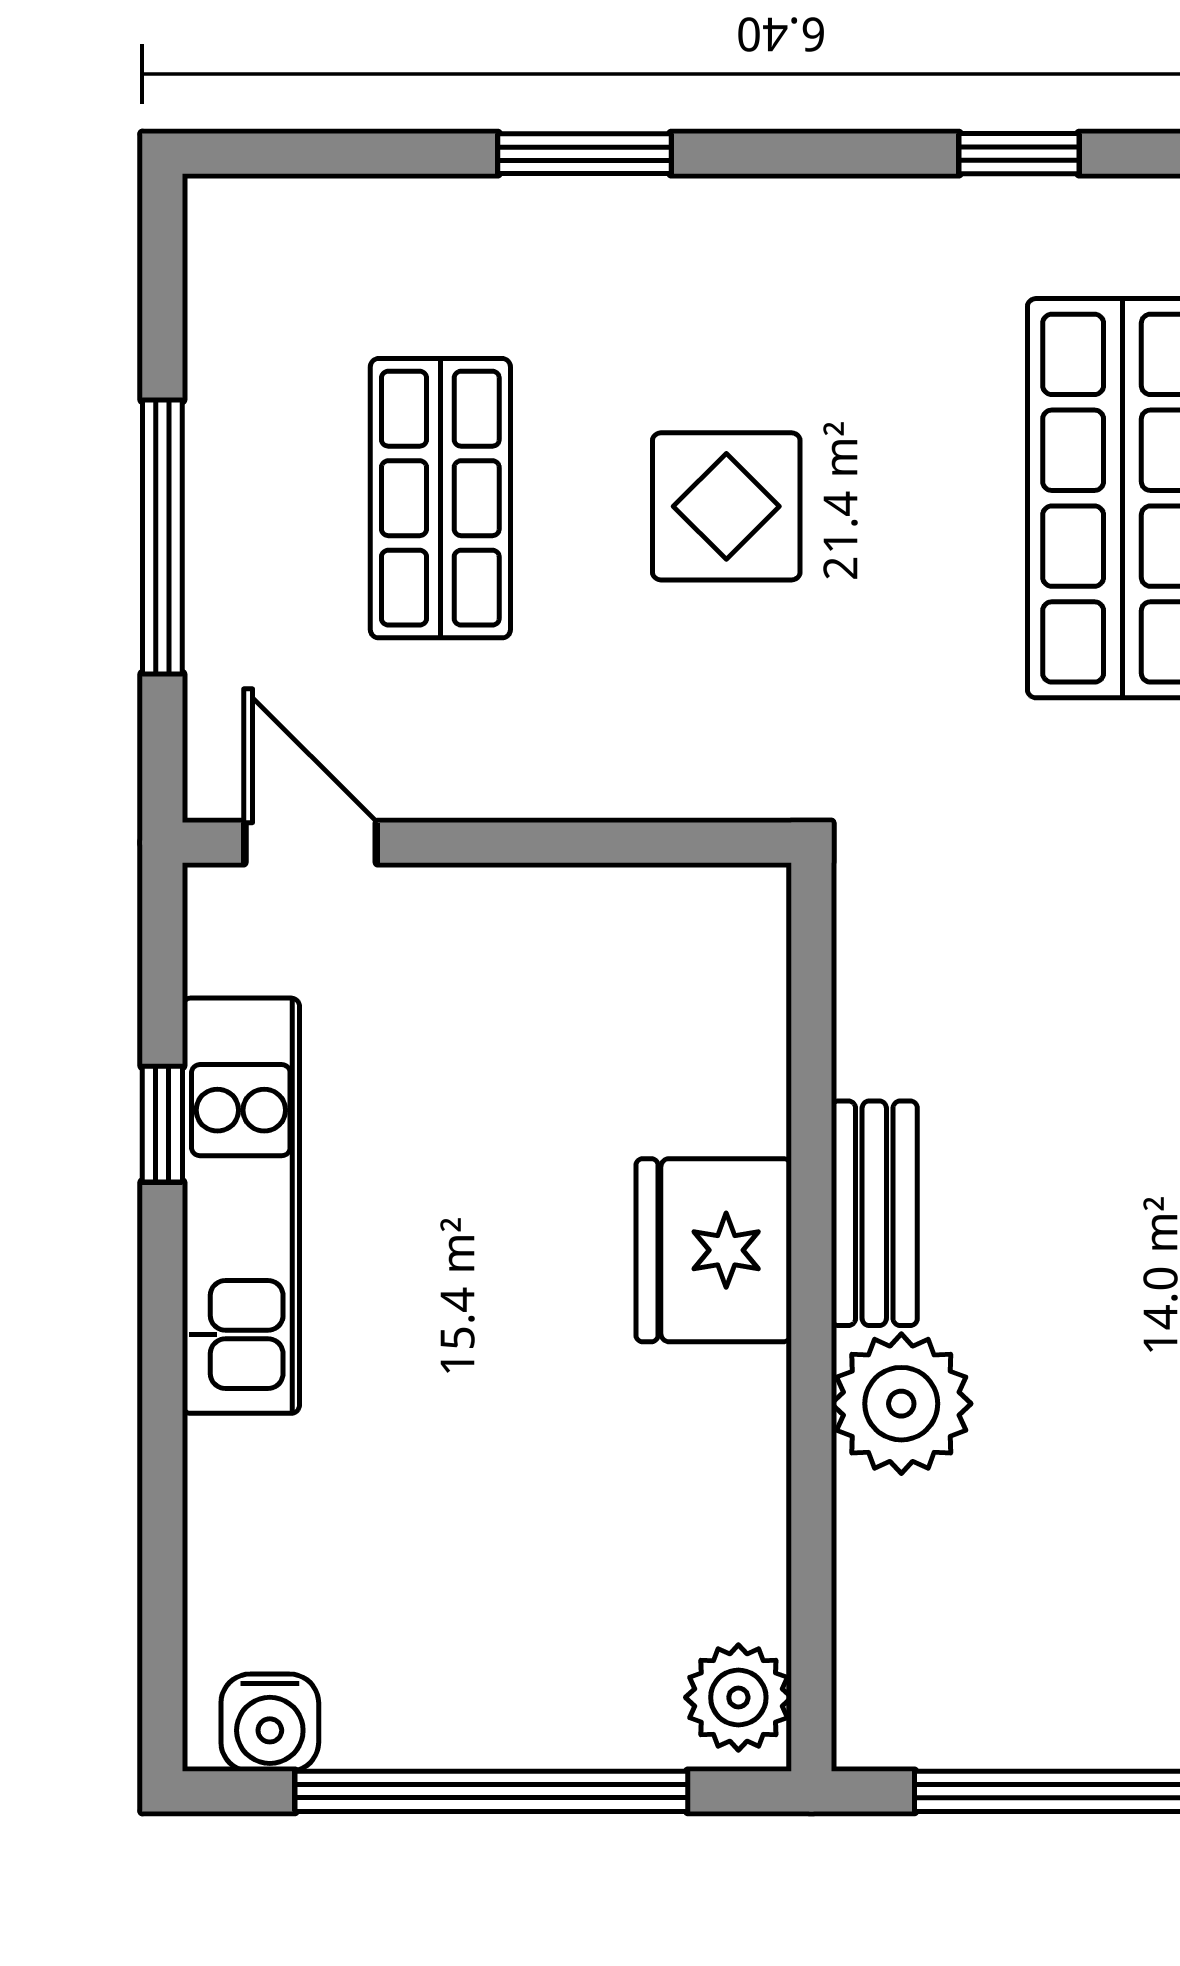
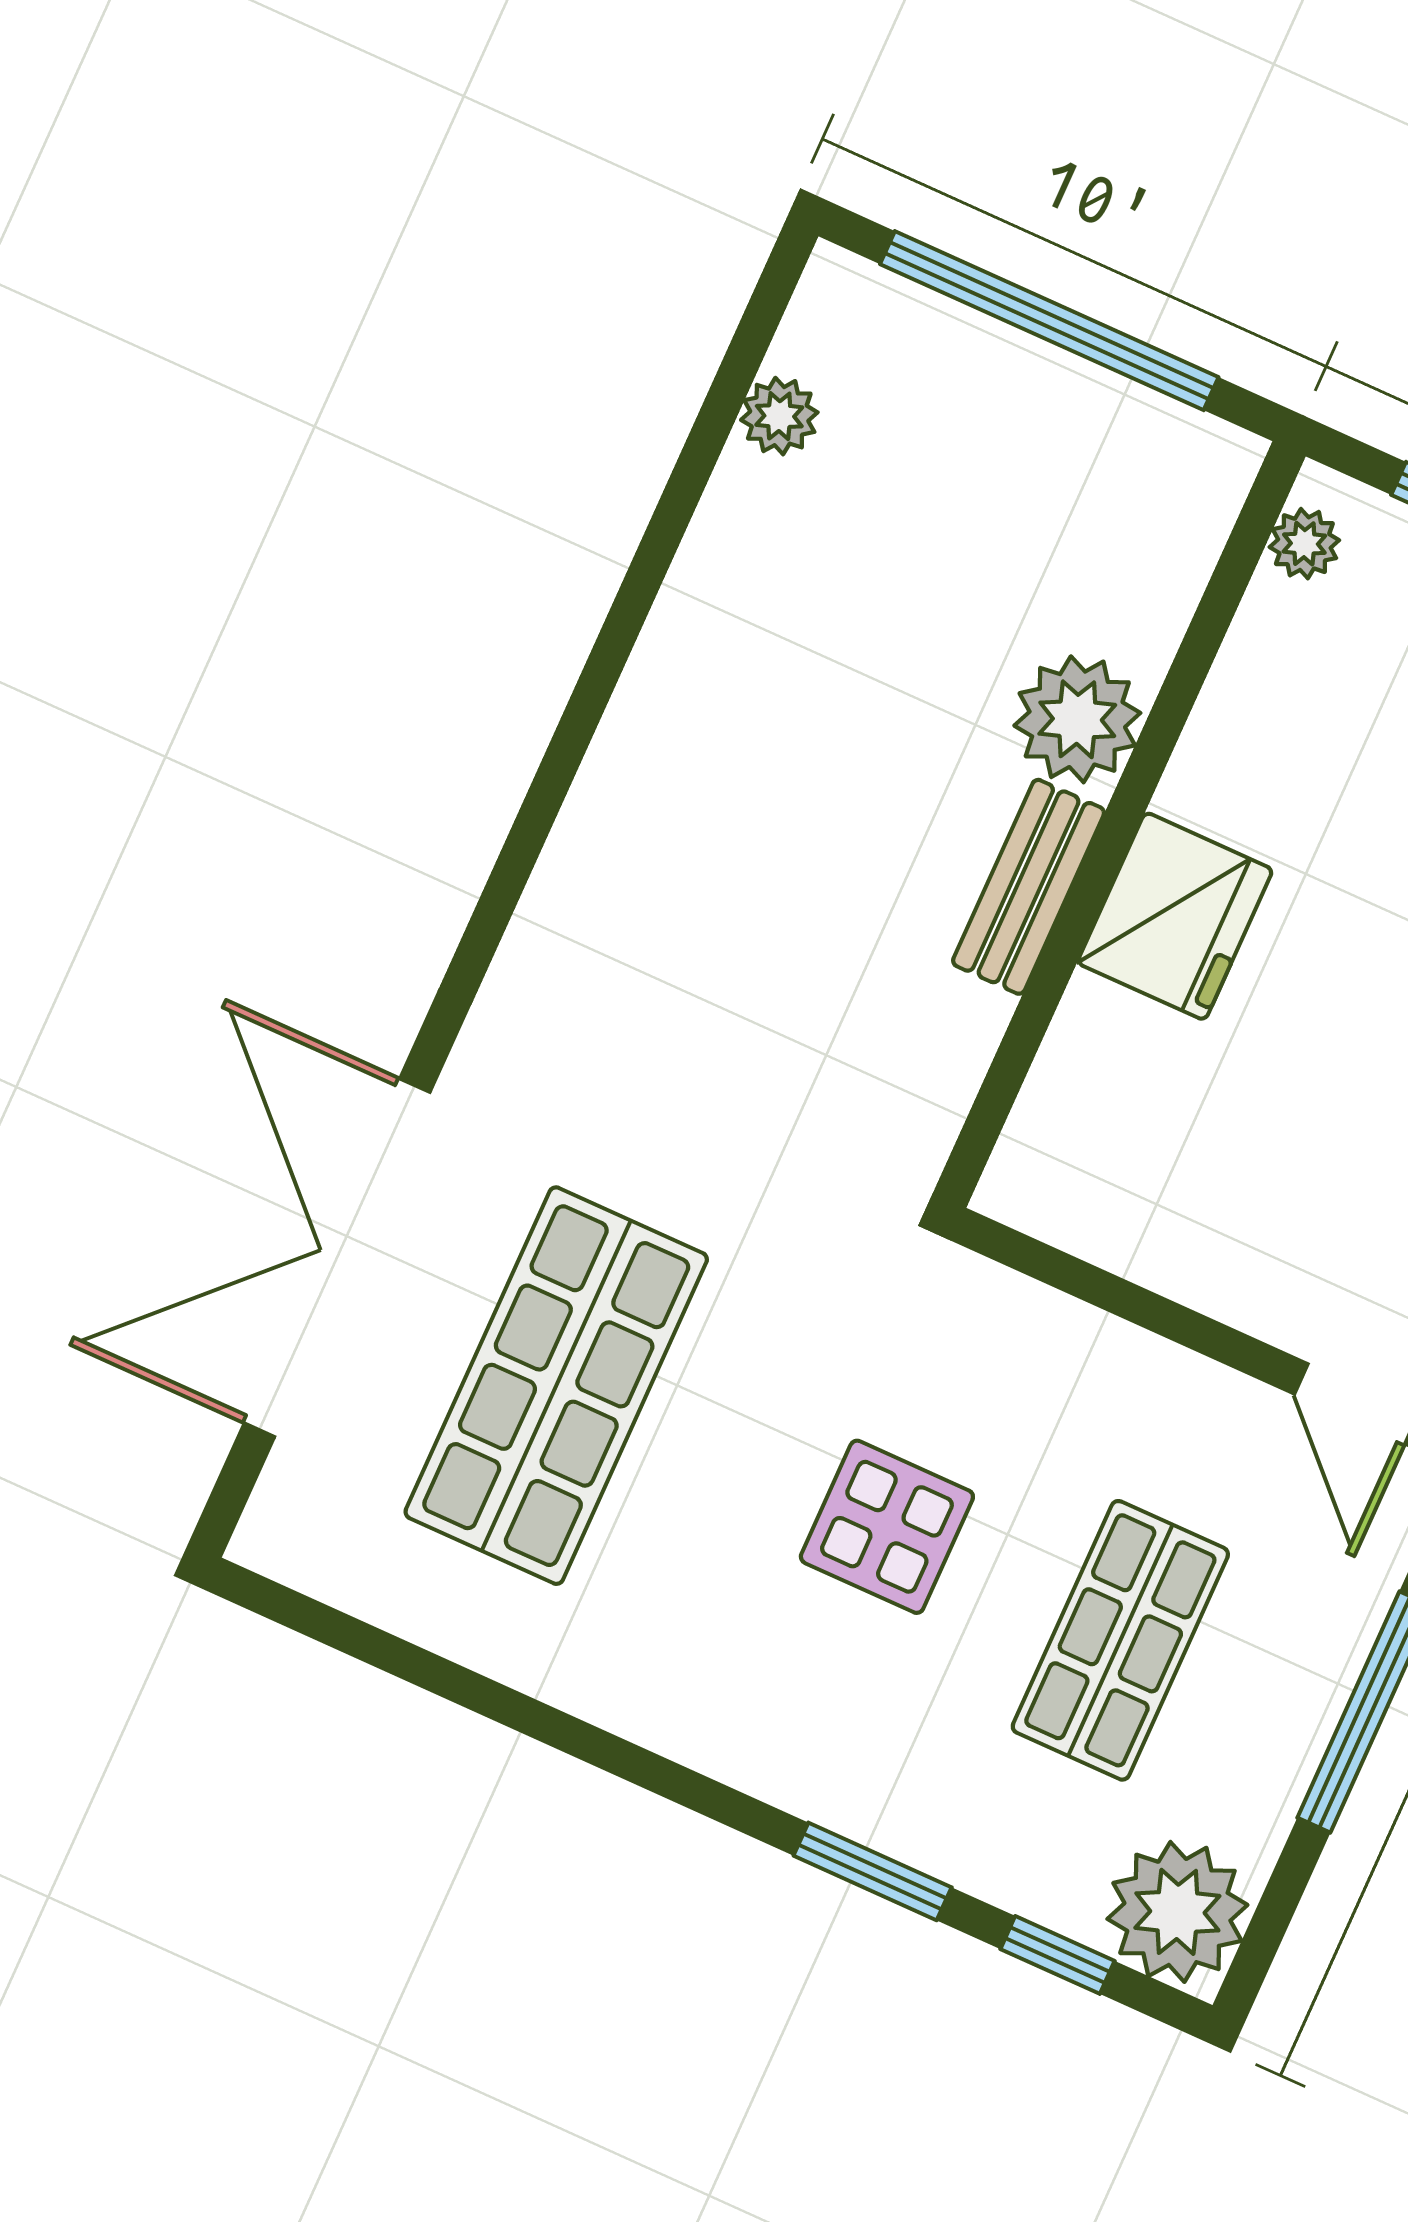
window: (1019, 154) -> (1058, 1955), moved
plant: (260, 251) -> (1177, 1912), added
plant: (738, 1697) -> (1304, 544), width x0.73, depth x0.73

